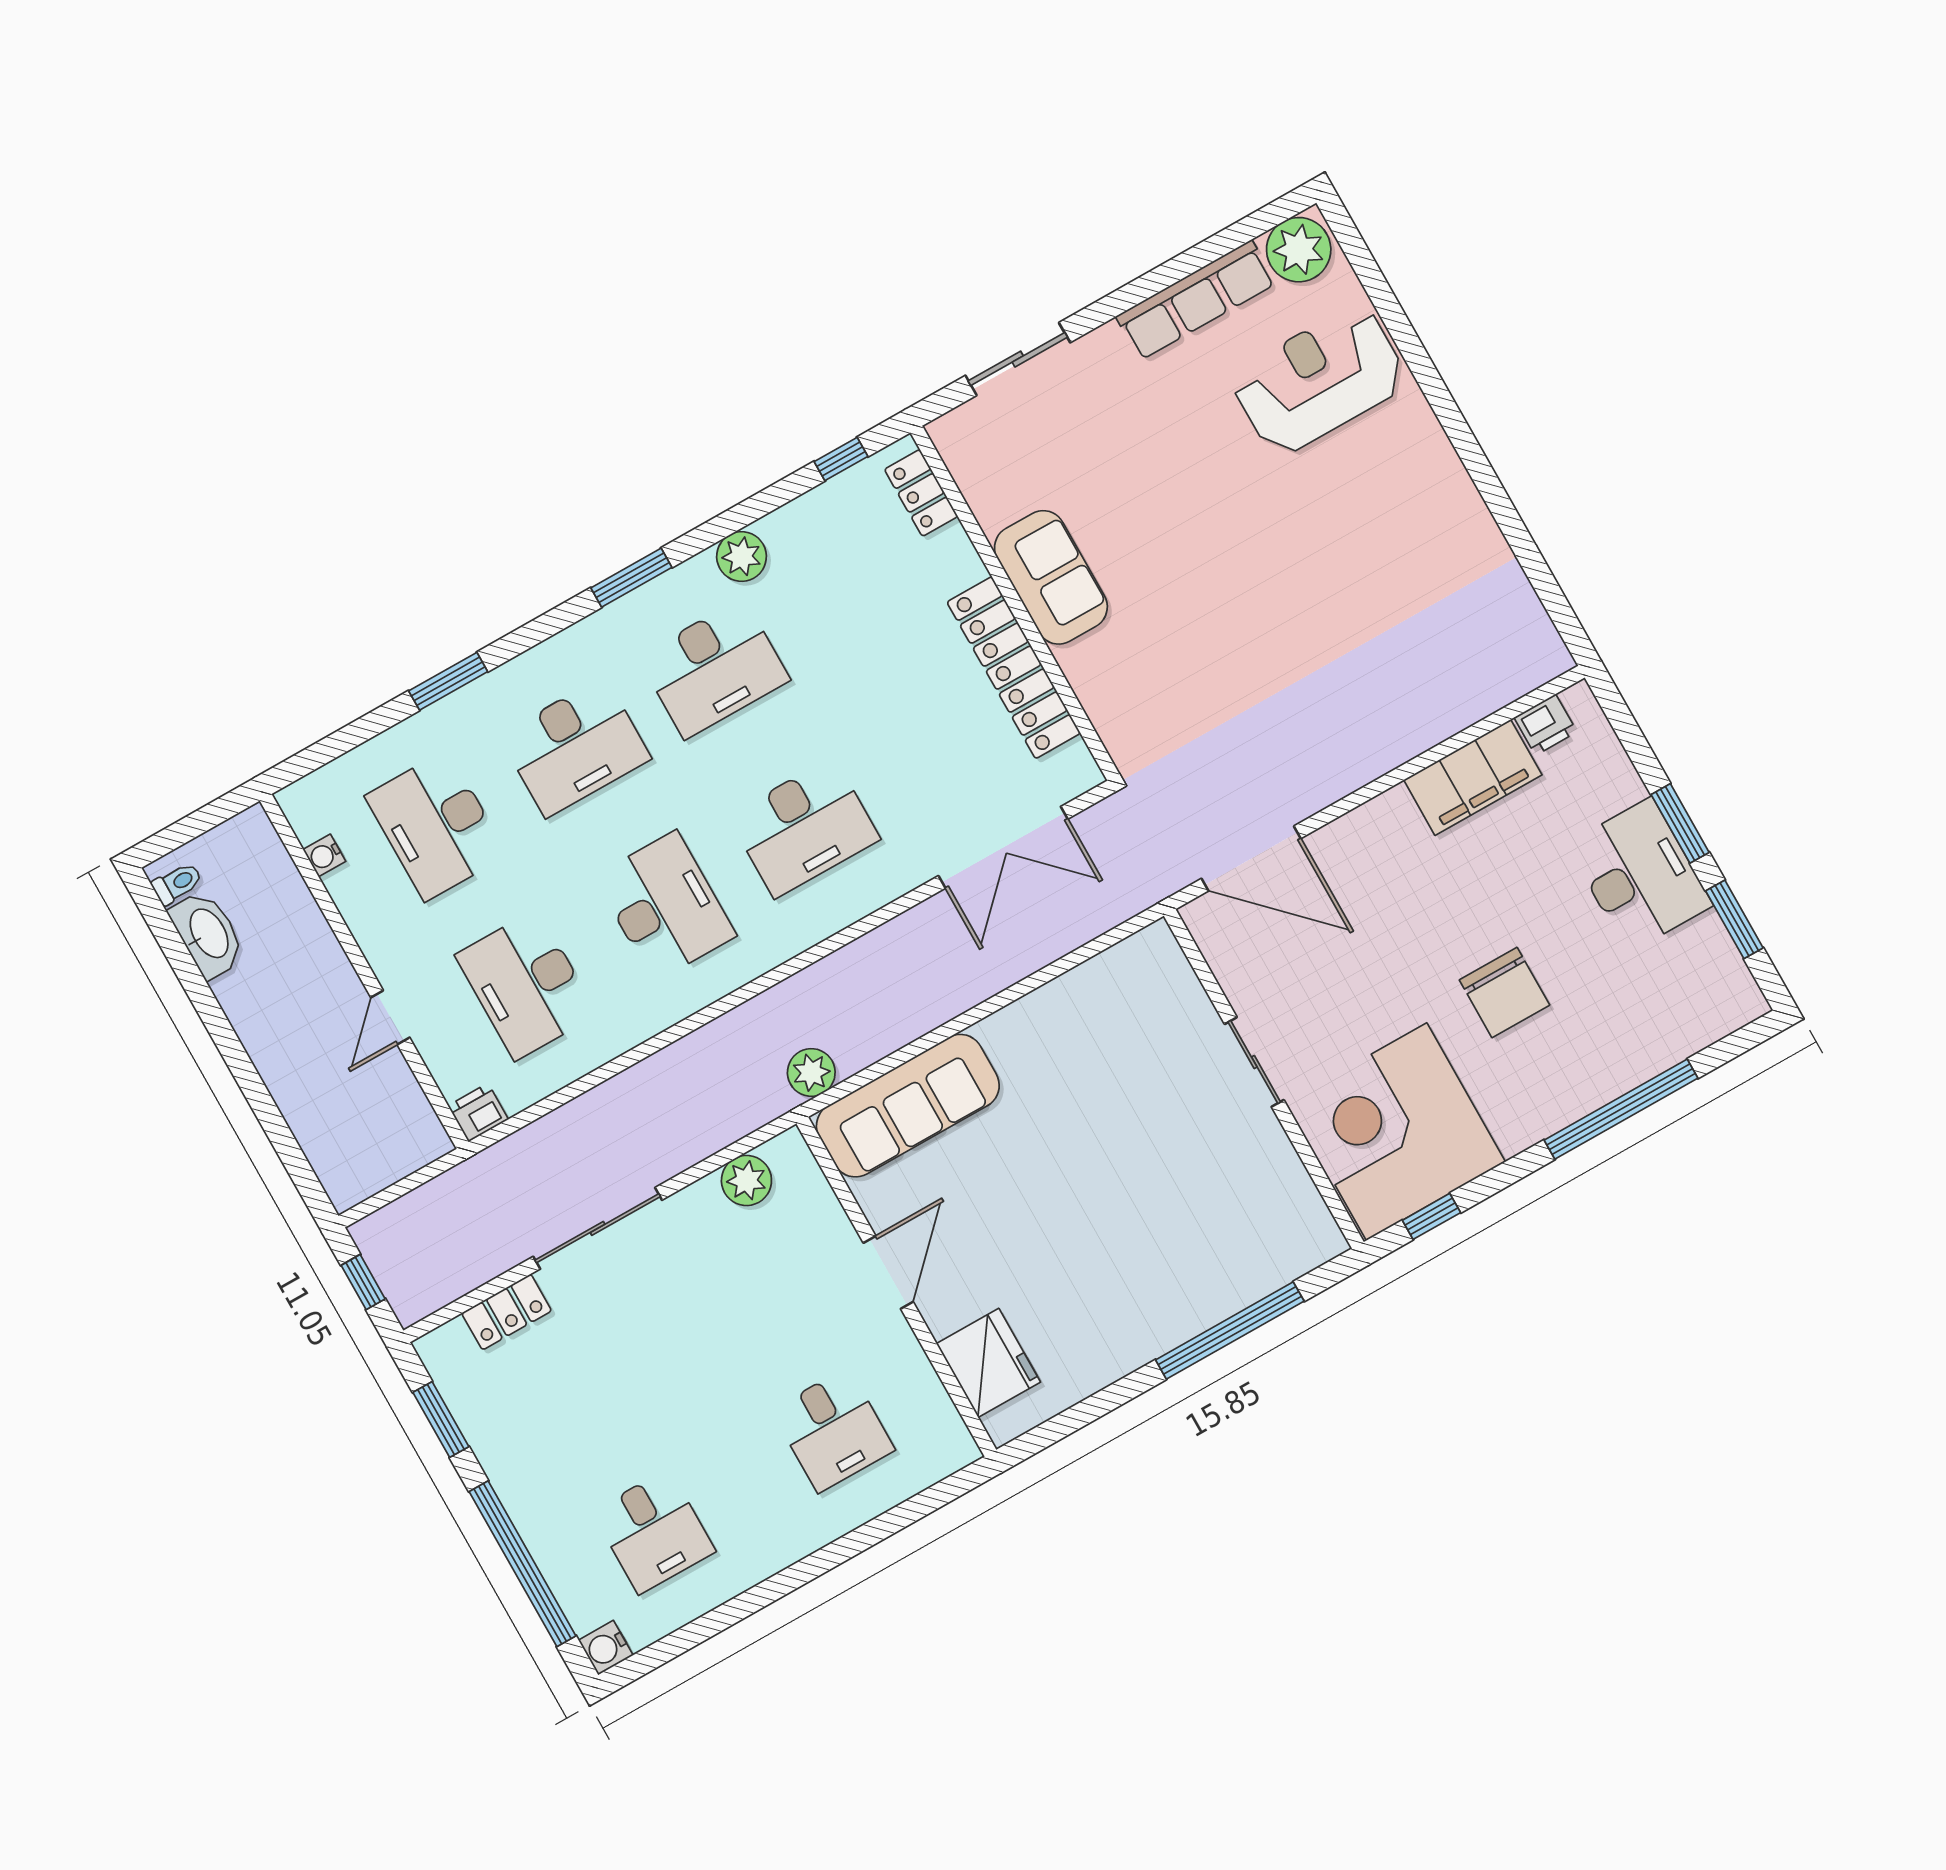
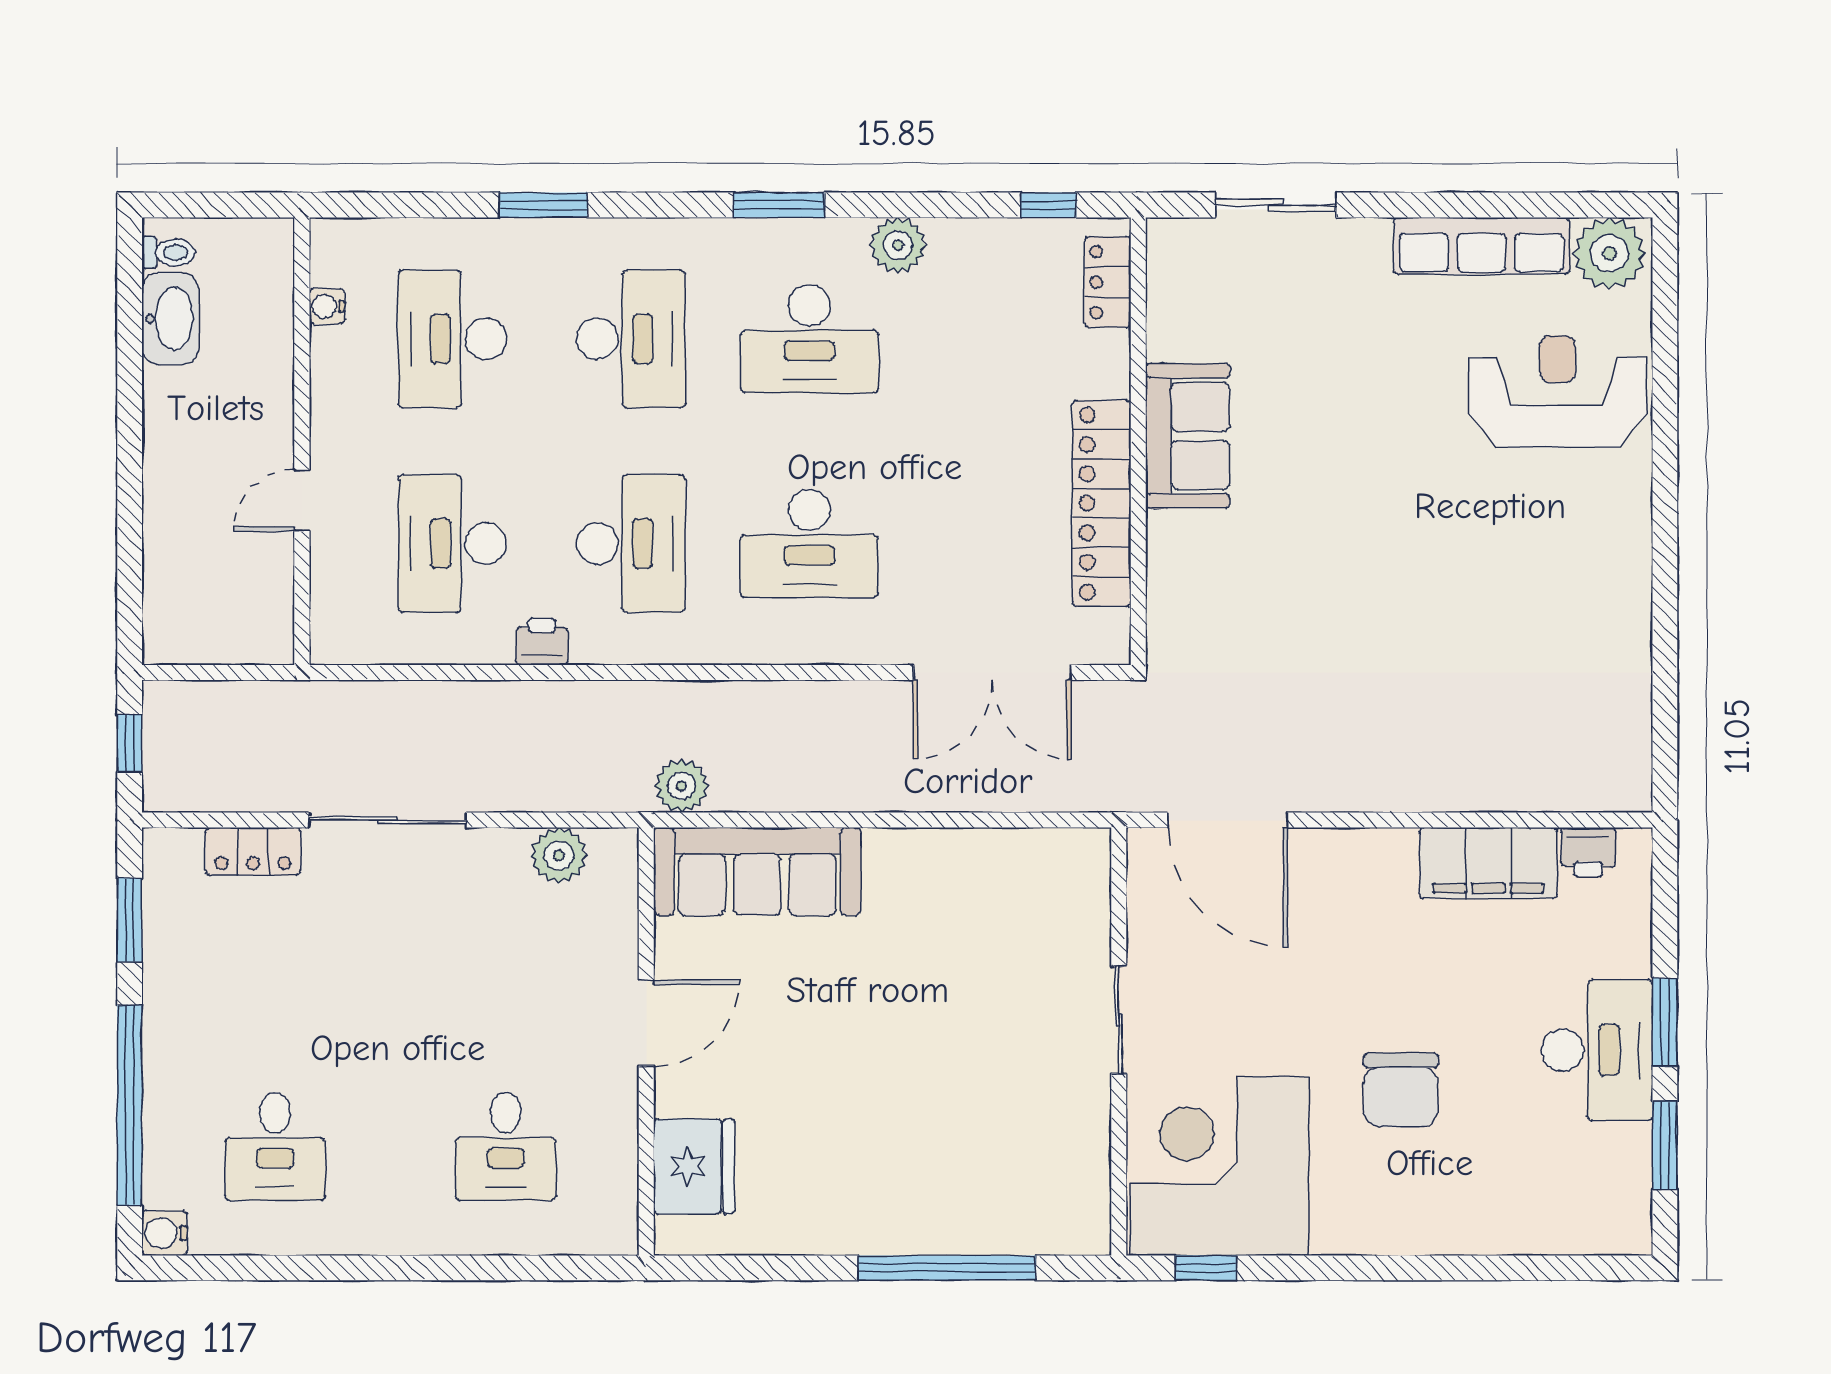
desk: (575, 747) -> (631, 339), turned -90
window: (1621, 1109) -> (1450, 1268), removed
printer: (478, 1113) -> (542, 642), moved

